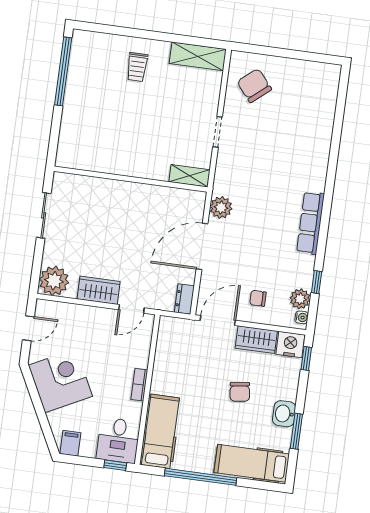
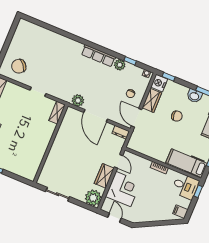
plant: (300, 299) -> (120, 65), moved
corner desk: (60, 381) -> (123, 189), moved, turned 117

